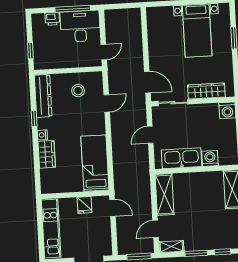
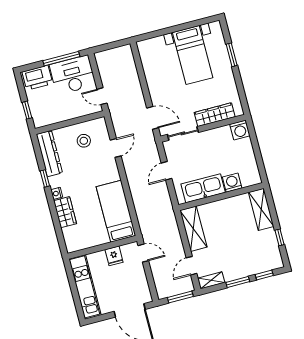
printer: (52, 19) -> (37, 78), width x1.87, depth x1.48
door: (104, 52) -> (102, 96), swing flipped

